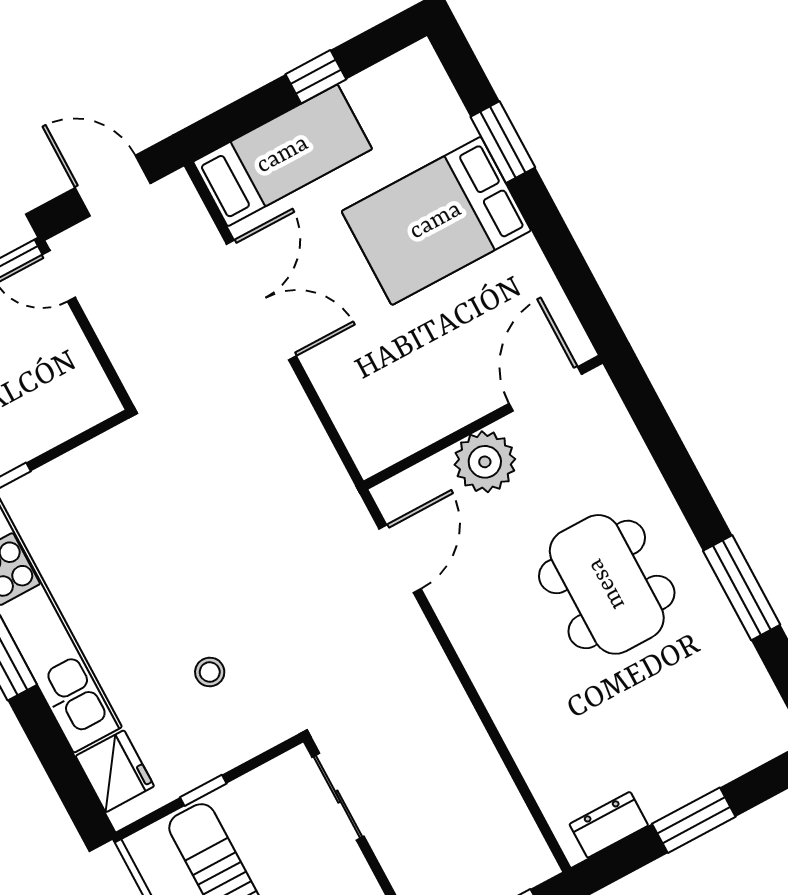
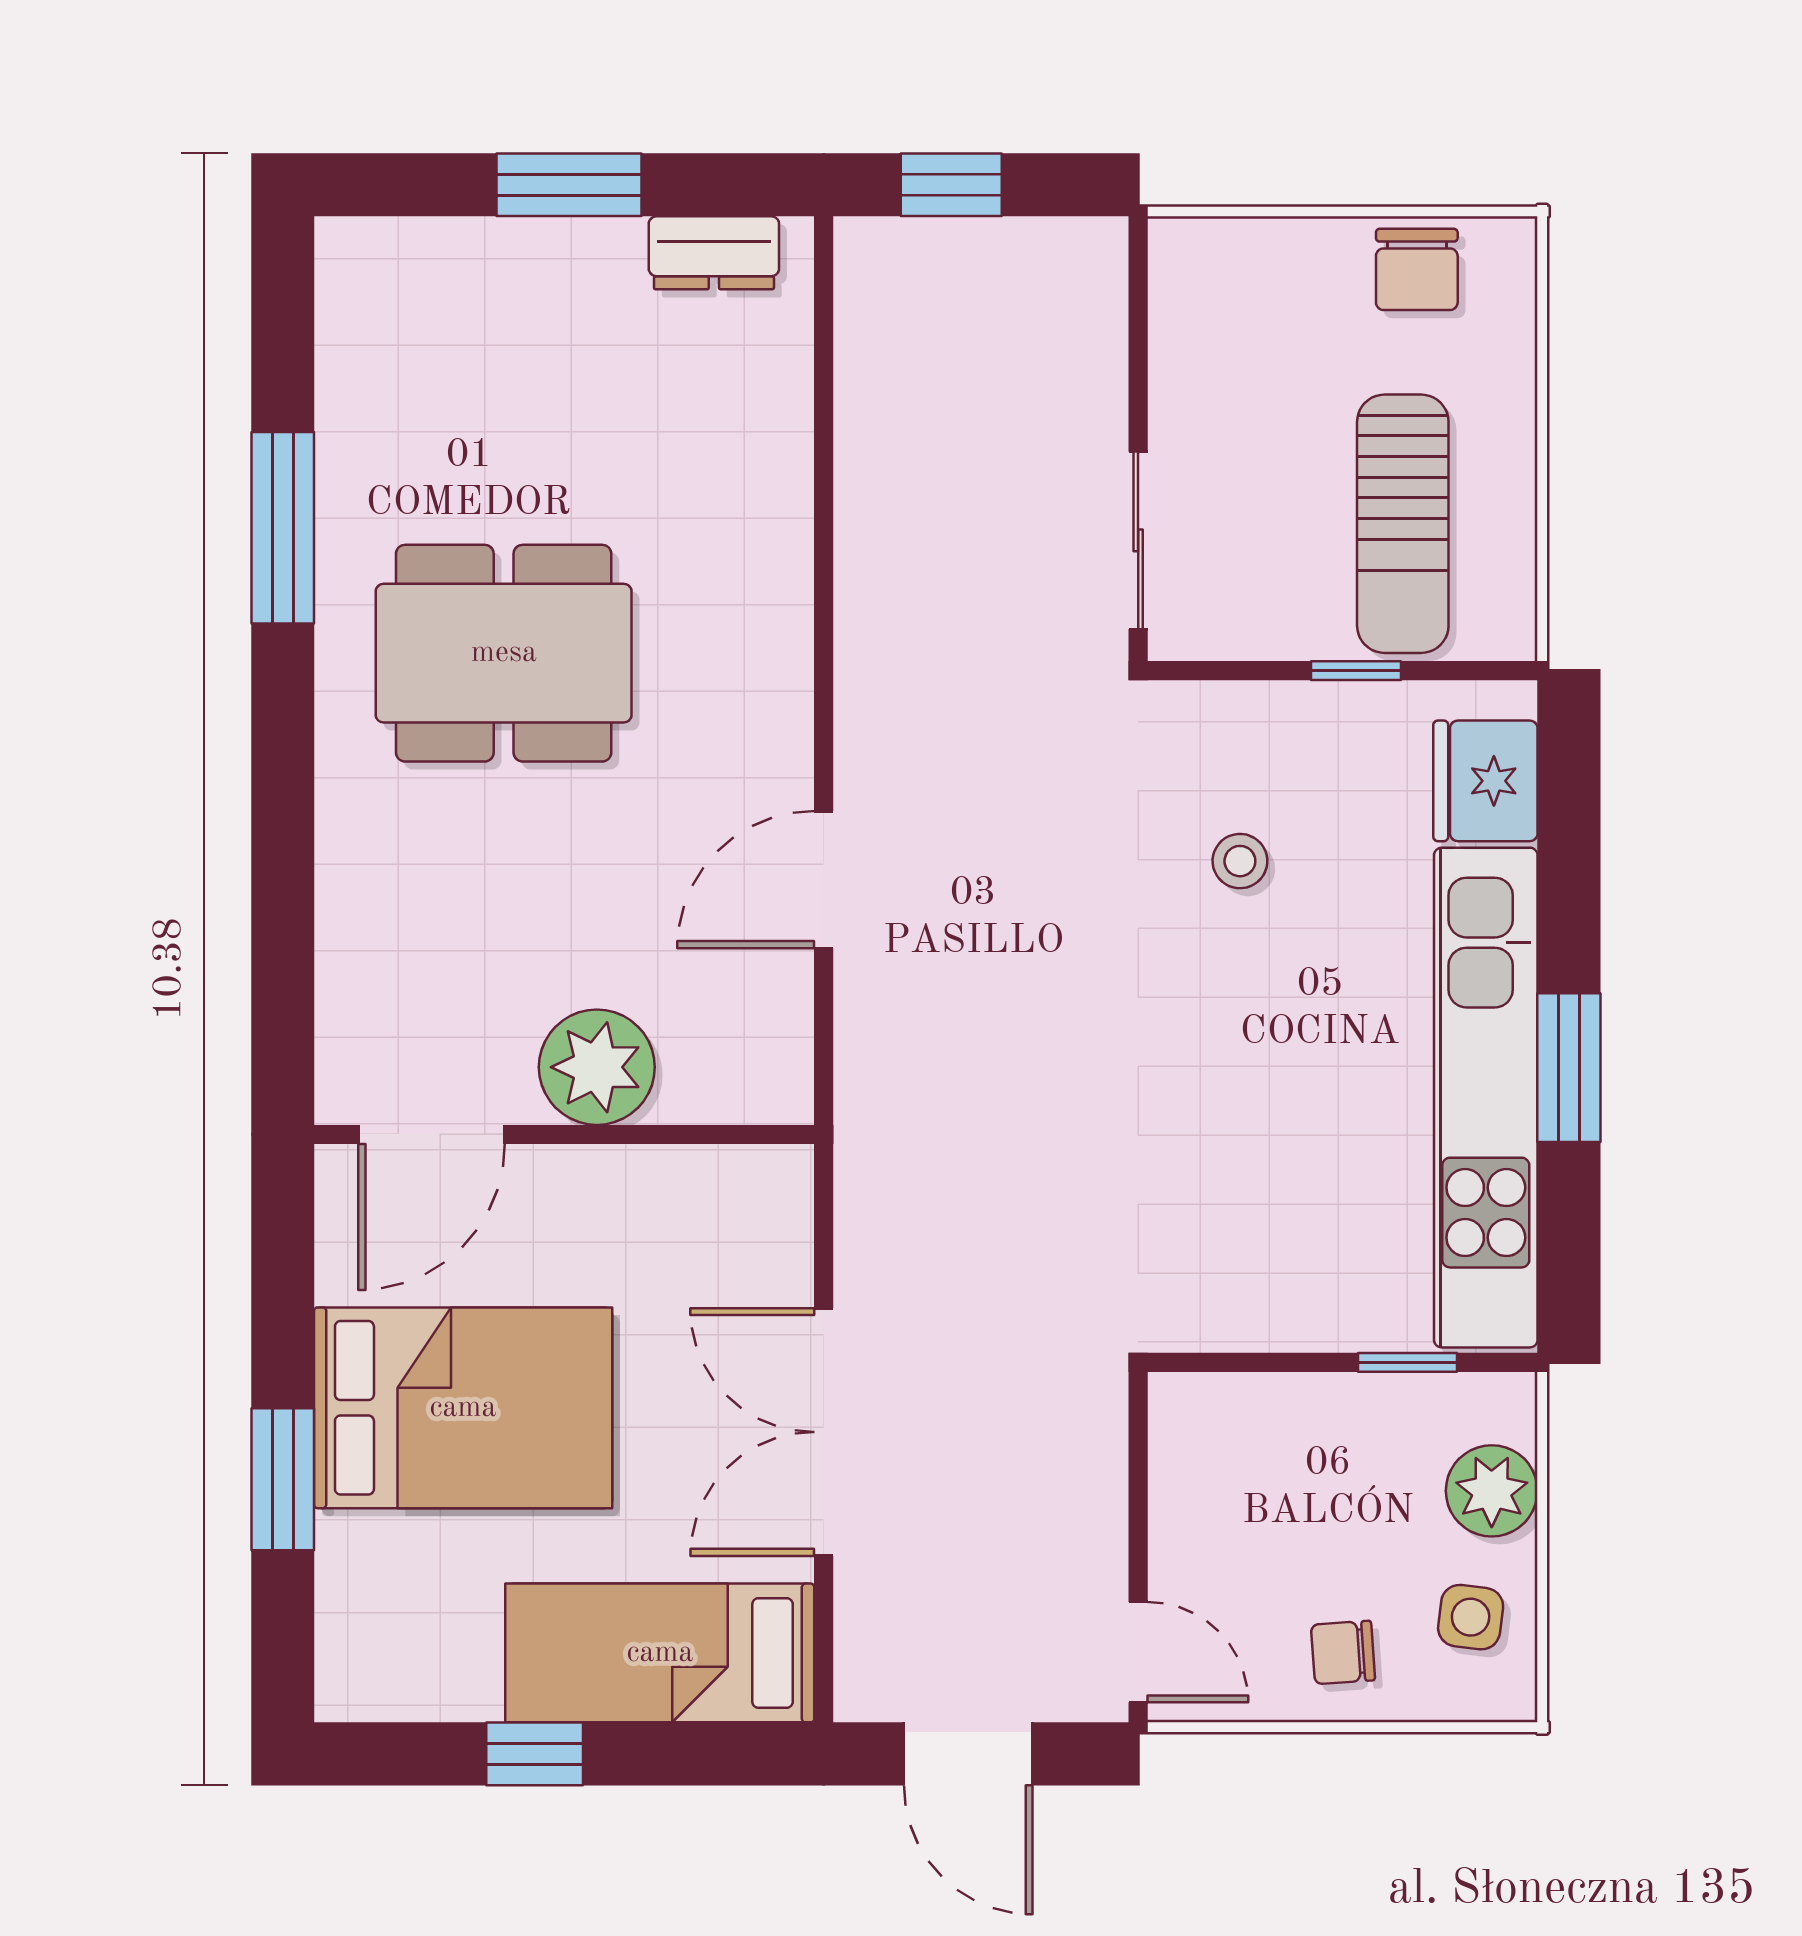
door: (545, 389) -> (431, 1134), moved
wall: (483, 422) -> (564, 1134), moved
plant: (485, 462) -> (597, 1067), moved
dining table: (607, 584) -> (504, 653), turned 90

